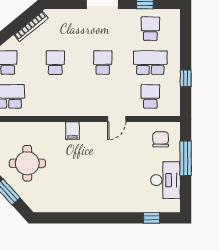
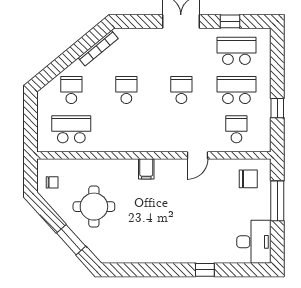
school desk: (150, 29) -> (236, 51), width x1.85
chair: (161, 139) -> (248, 179), turned 90
desk: (165, 180) -> (254, 242), moved
window: (152, 218) -> (205, 270), moved

